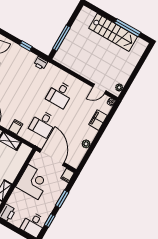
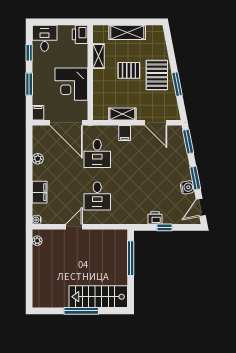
window: (128, 28) -> (81, 311), moved
stairs: (113, 32) -> (98, 297), moved
printer: (41, 63) -> (155, 218), moved
door: (99, 89) -> (74, 227), moved
desk: (60, 94) -> (97, 196), turned 180
desk: (43, 124) -> (97, 154), turned 180

